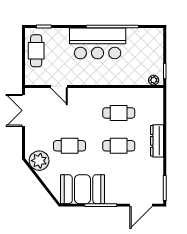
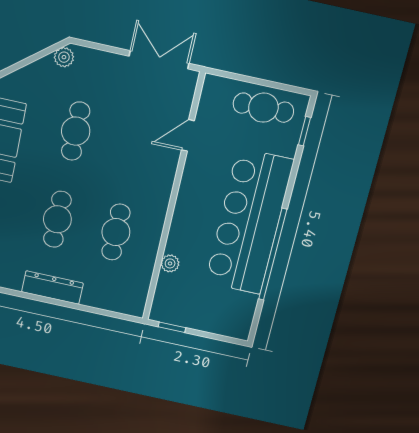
bar counter: (98, 43) -> (249, 222), width x1.36
plant: (154, 80) -> (170, 263), moved
plant: (39, 161) -> (64, 57), width x0.53, depth x0.53

